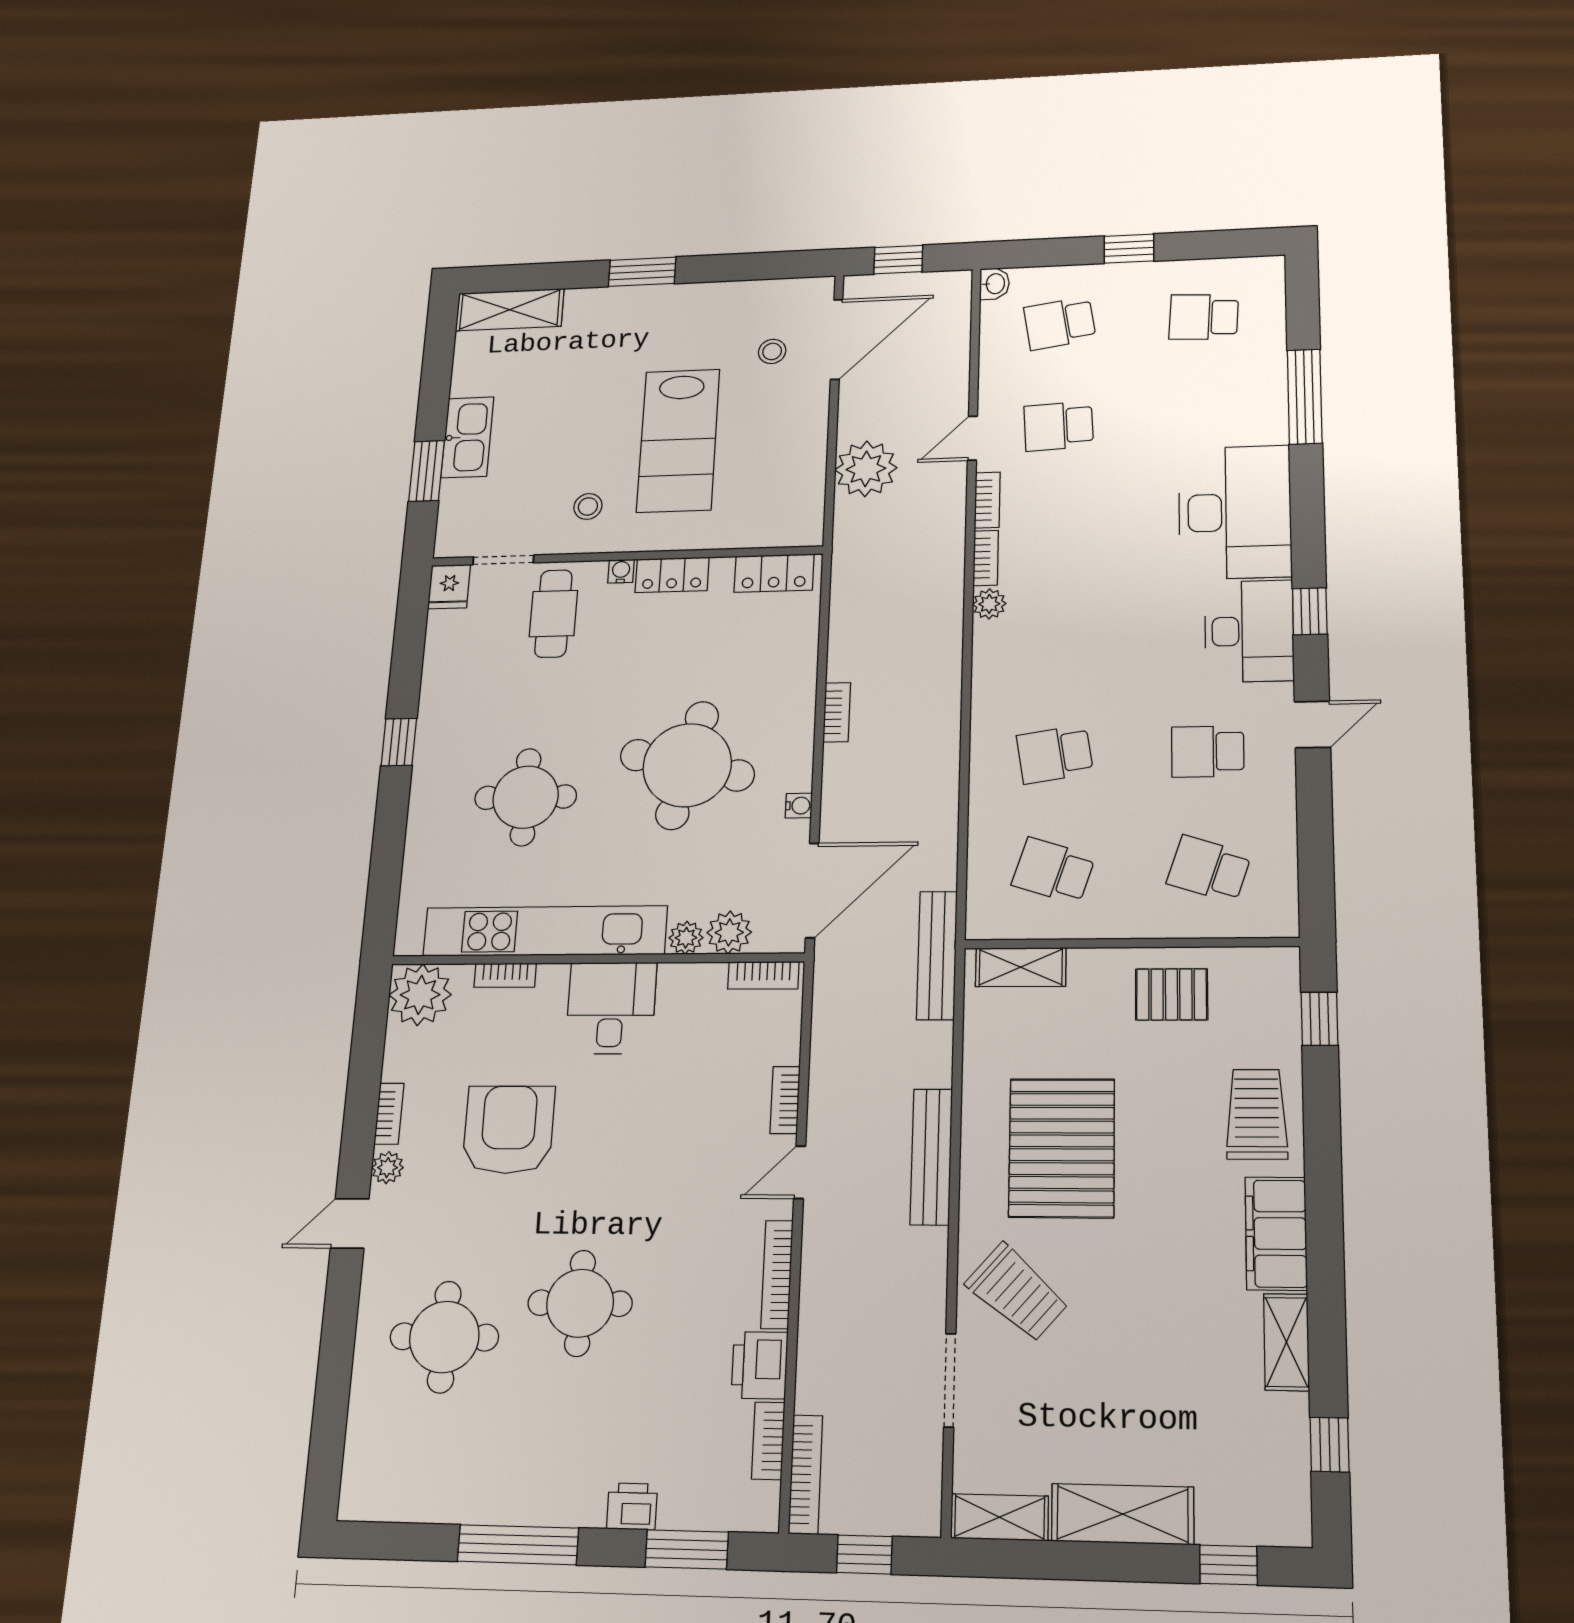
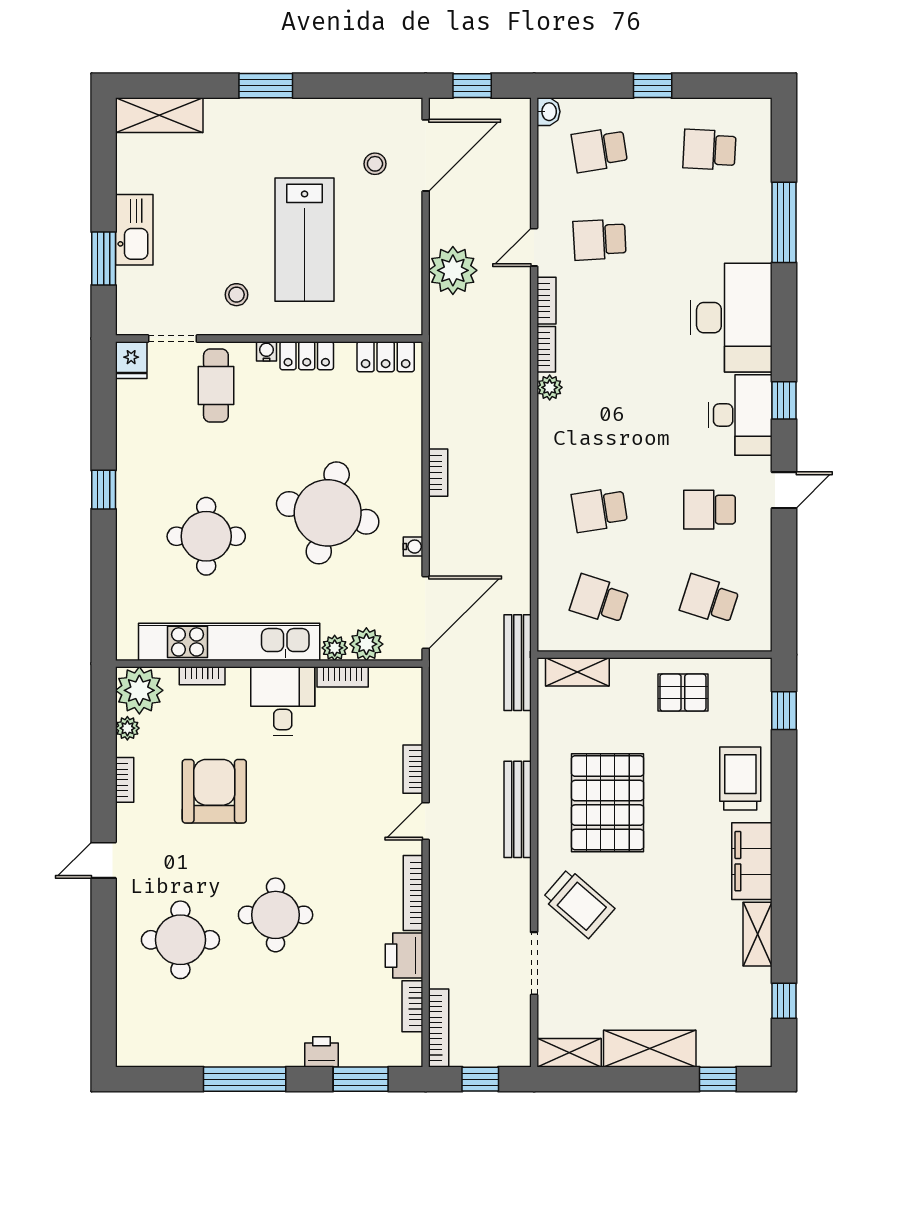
bookcase: (763, 975) -> (343, 677), moved
plant: (387, 1168) -> (127, 728), moved

